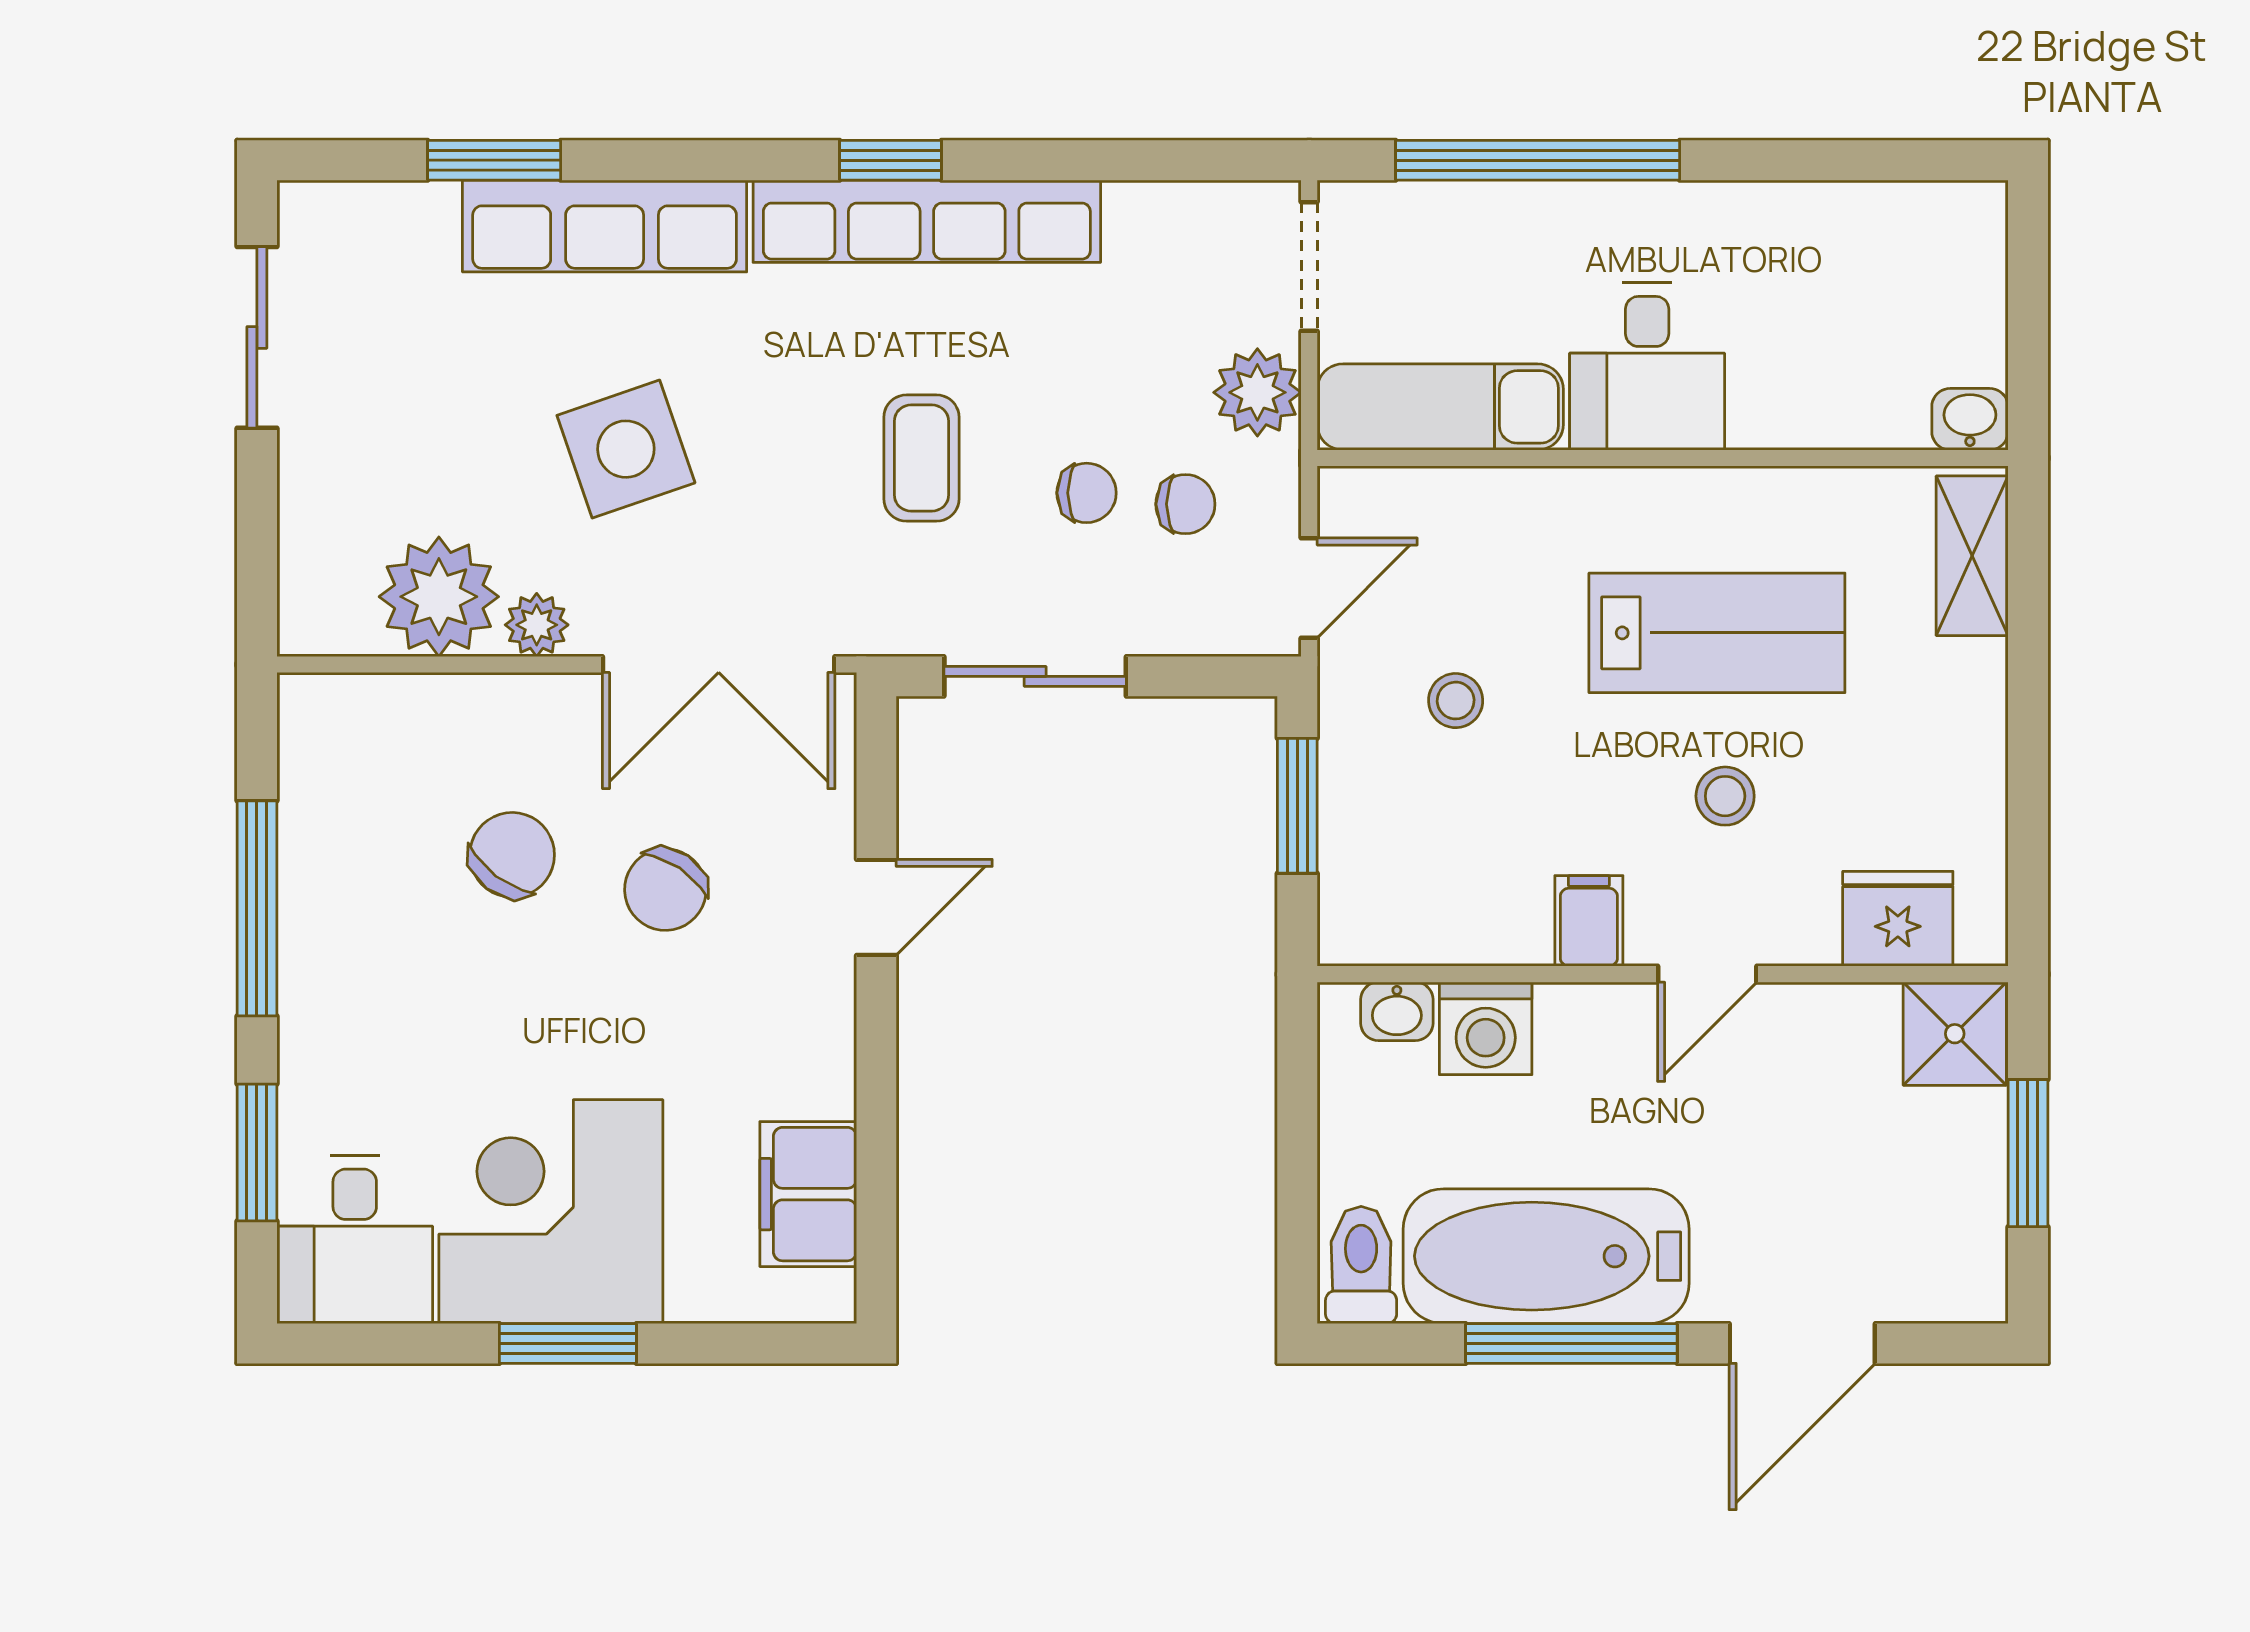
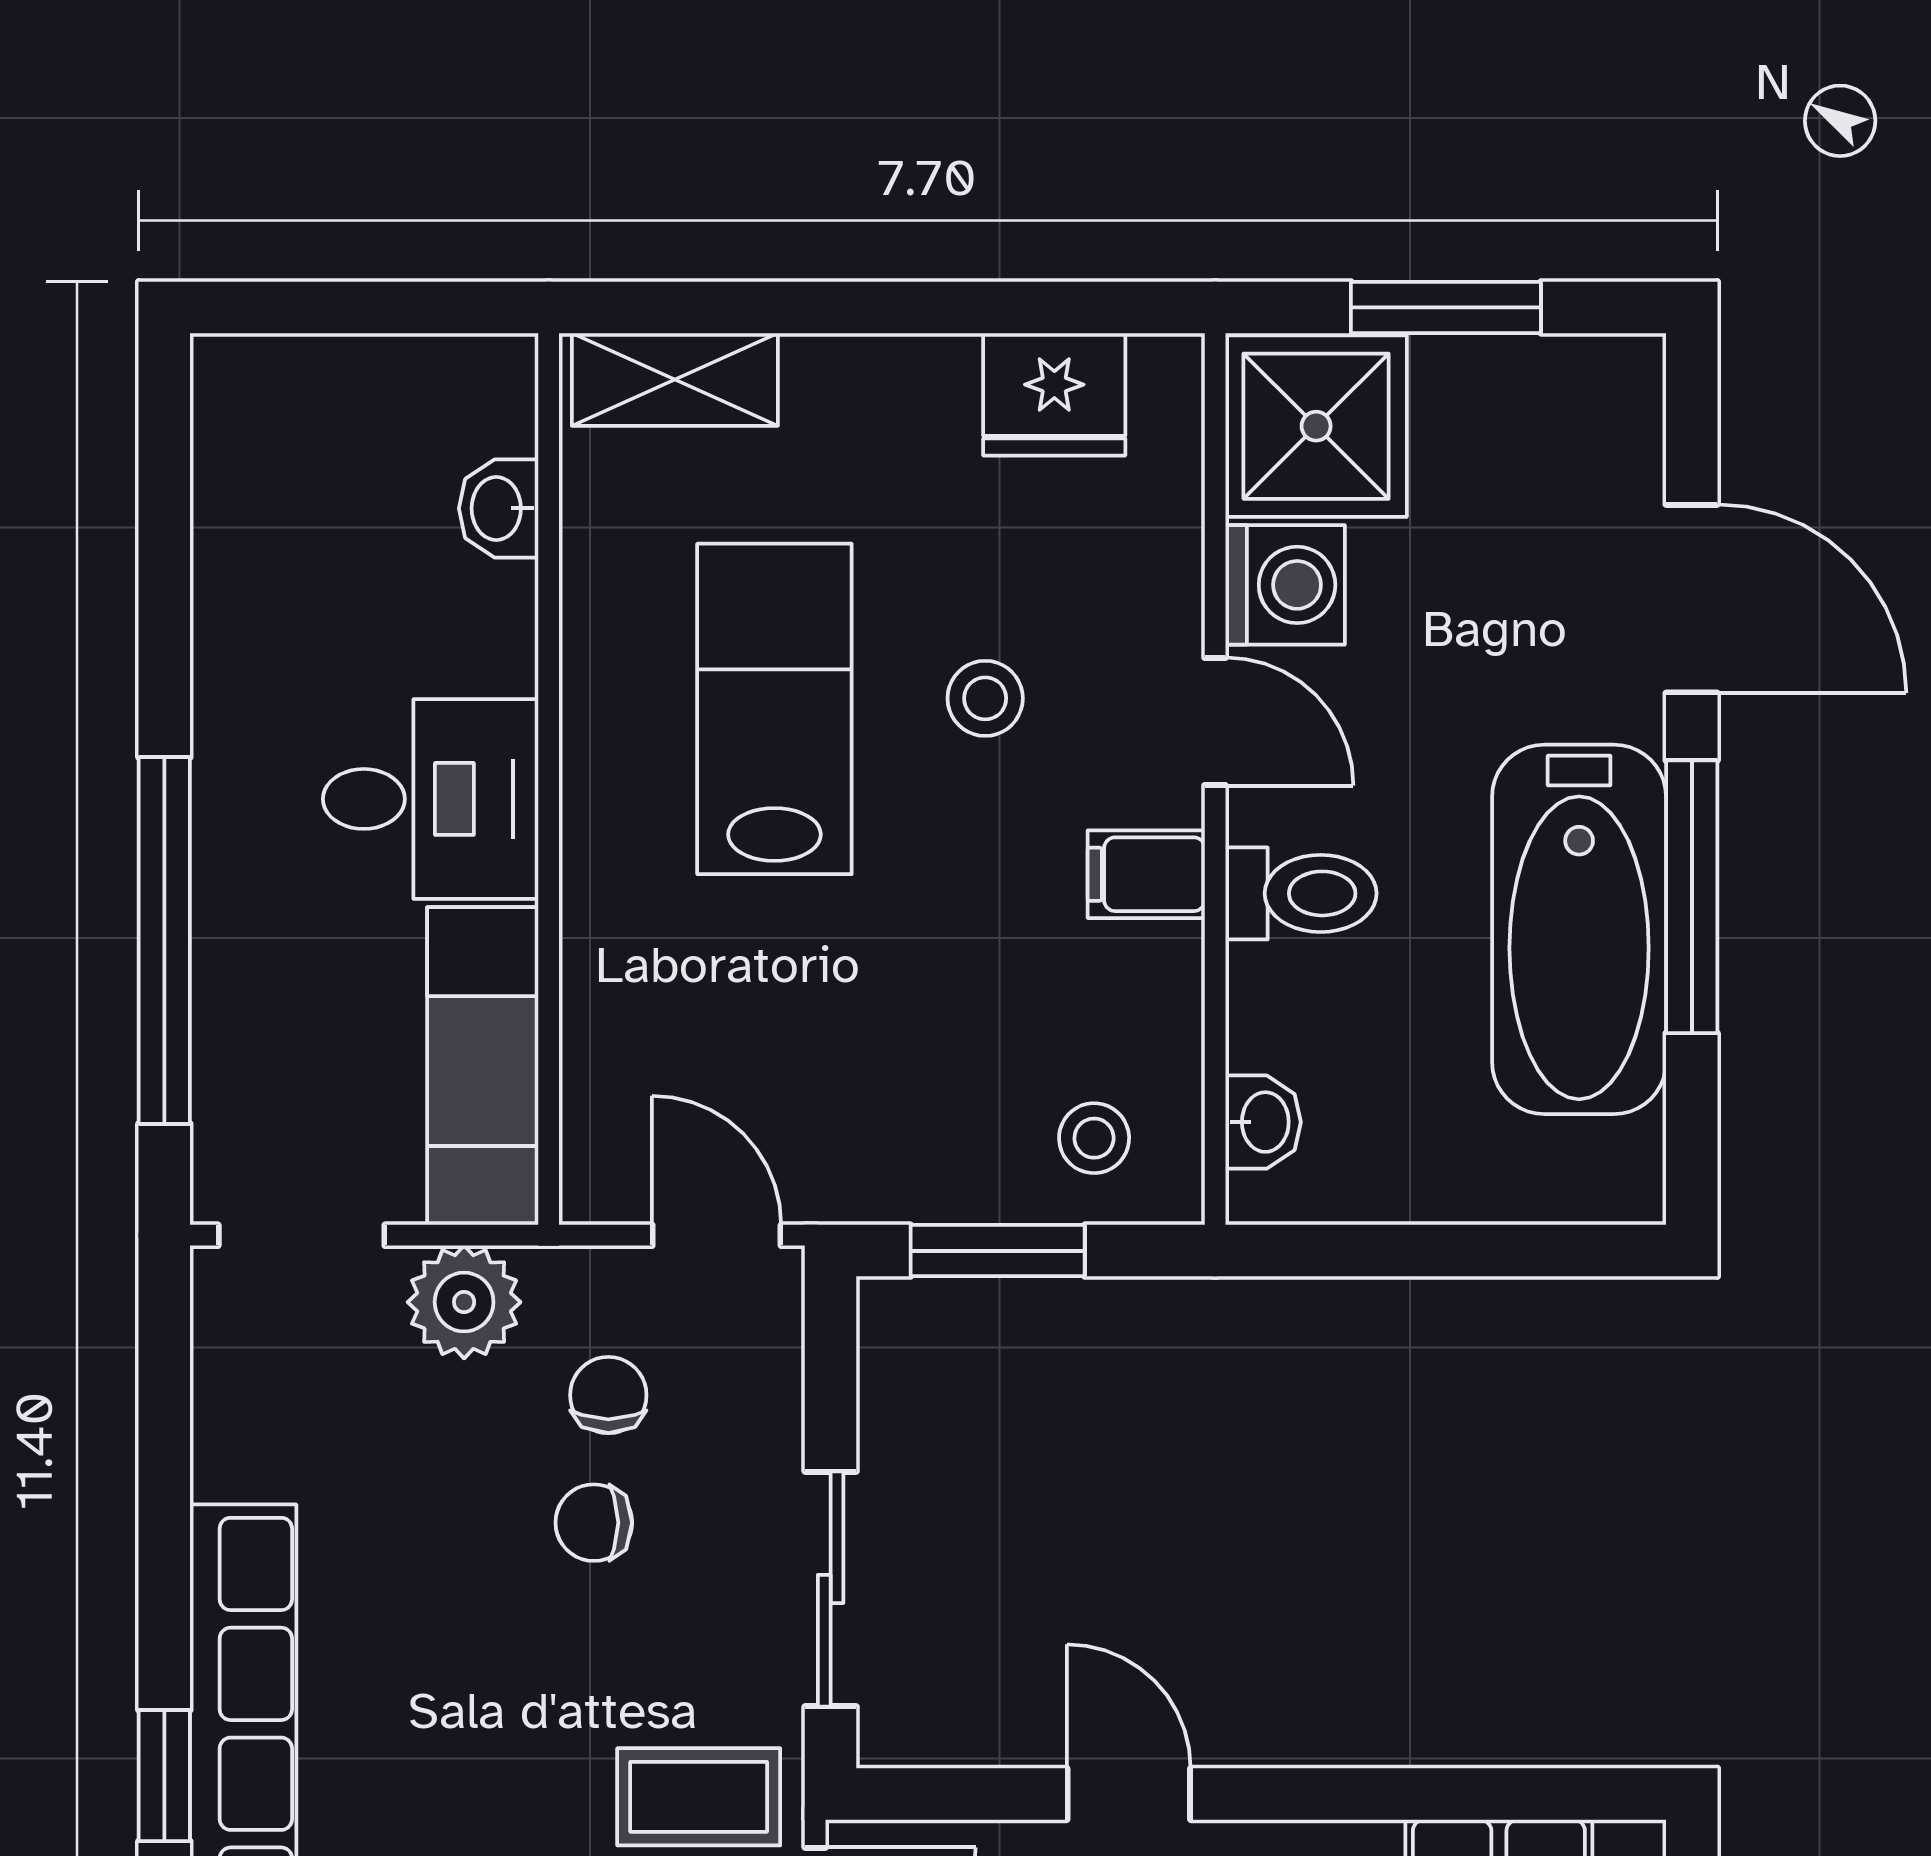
washbasin: (1970, 419) -> (499, 508), moved
coffee table: (921, 458) -> (699, 1797), moved
chair: (1087, 493) -> (594, 1523), turned -90
stool: (1456, 701) -> (1094, 1138), moved
fridge: (1898, 919) -> (1054, 394), moved, turned -90
washing machine: (1486, 1028) -> (1285, 585), moved
shower: (1955, 1034) -> (1316, 426), width x1.36, depth x1.36
toilet: (1361, 1265) -> (1301, 893), moved, turned 180

